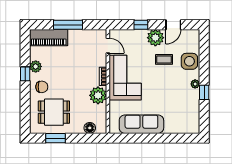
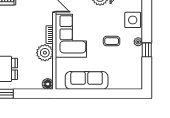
coffee table: (164, 59) -> (112, 41), moved
floor lamp: (90, 128) -> (48, 84), moved

